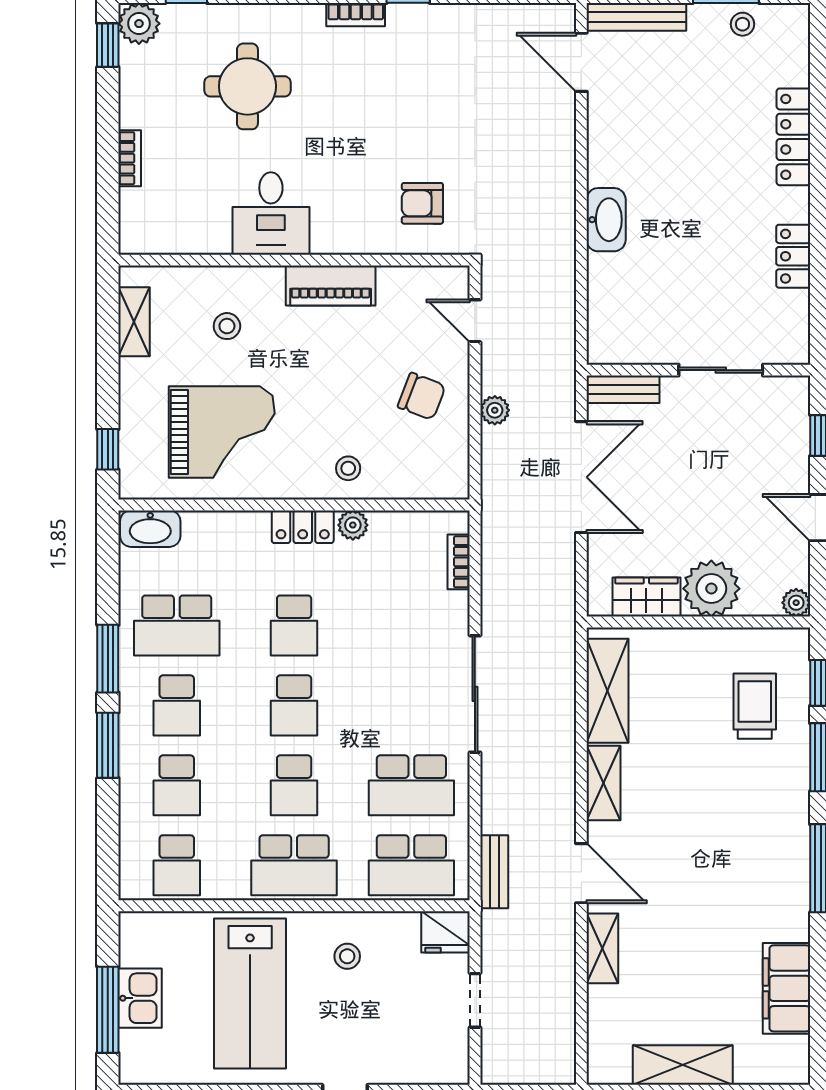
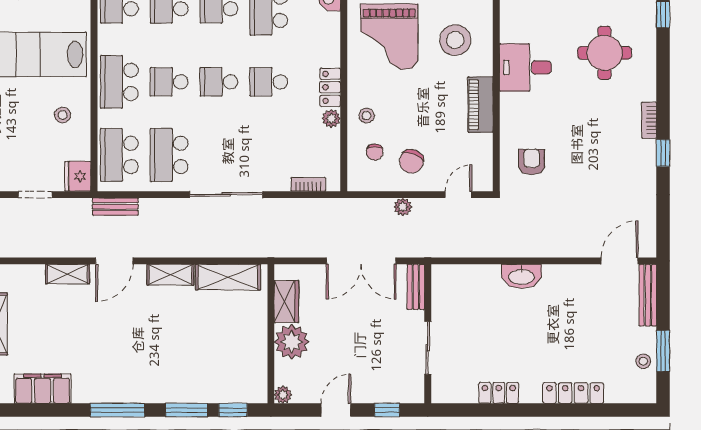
stool: (227, 326) -> (455, 40), width x1.89, depth x1.89
chair: (407, 455) -> (375, 152), added
trolley: (755, 706) -> (218, 369), removed

